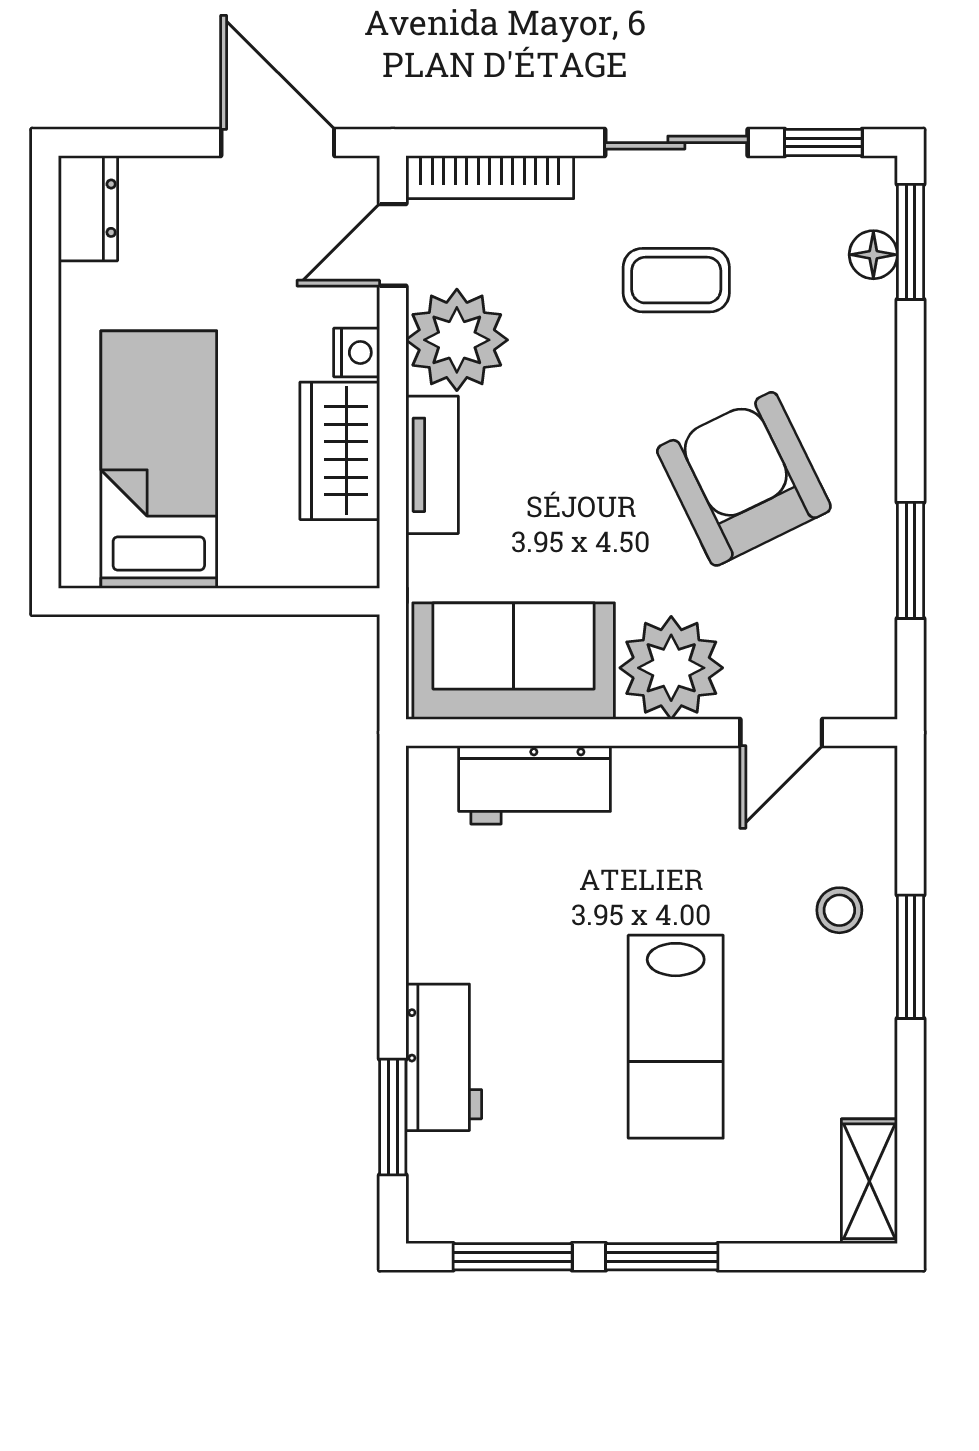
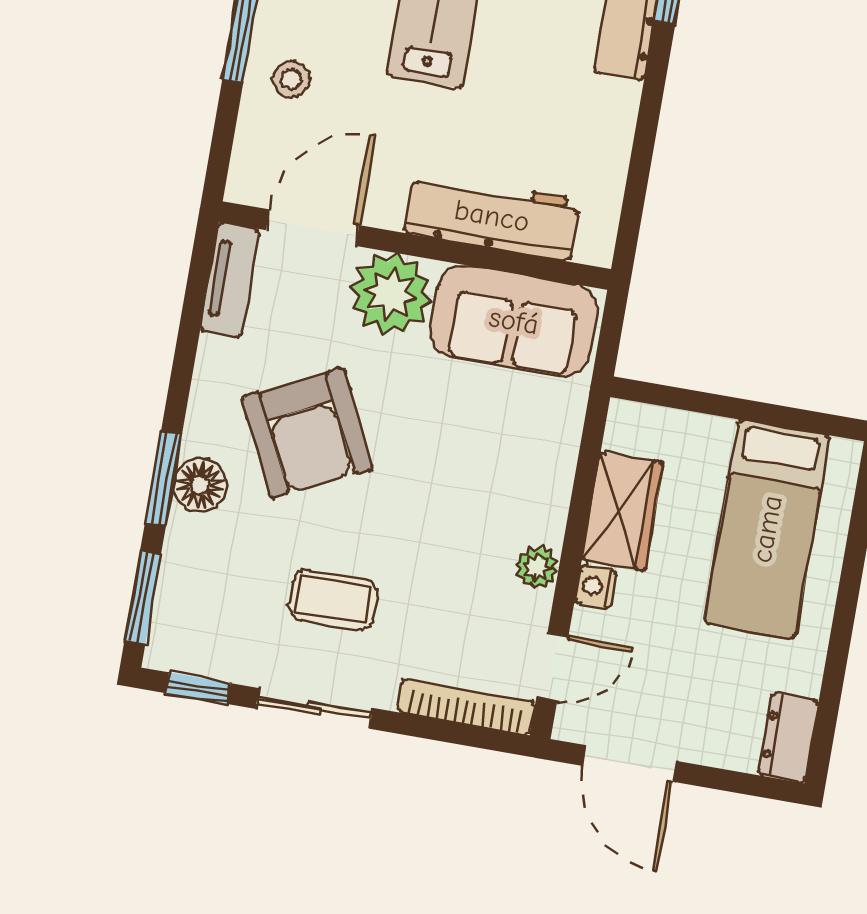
floor lamp: (873, 255) -> (200, 485), moved, width x1.37, depth x1.37
plant: (457, 340) -> (537, 567), width x0.53, depth x0.53
tv unit: (432, 465) -> (230, 280), moved, turned 180
window: (911, 560) -> (163, 479), moved
door: (781, 732) -> (313, 228), width x1.38
workbench: (535, 785) -> (492, 216), width x1.38

